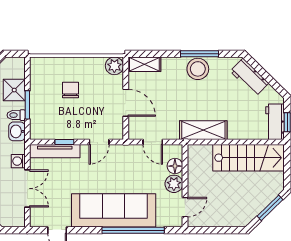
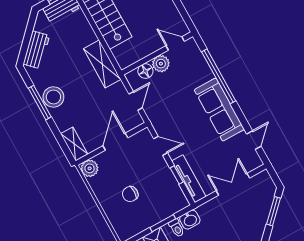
washing machine: (18, 161) -> (214, 205), removed
sofa: (114, 210) -> (219, 110), width x0.74, depth x0.79

